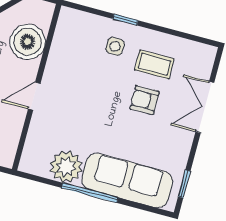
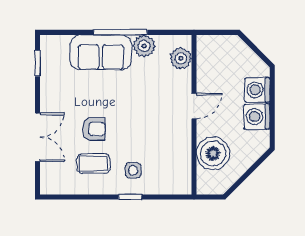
plant: (35, 149) -> (181, 58), added
plant: (66, 167) -> (144, 46), width x0.73, depth x0.73
sofa: (127, 180) -> (101, 52), width x0.73

